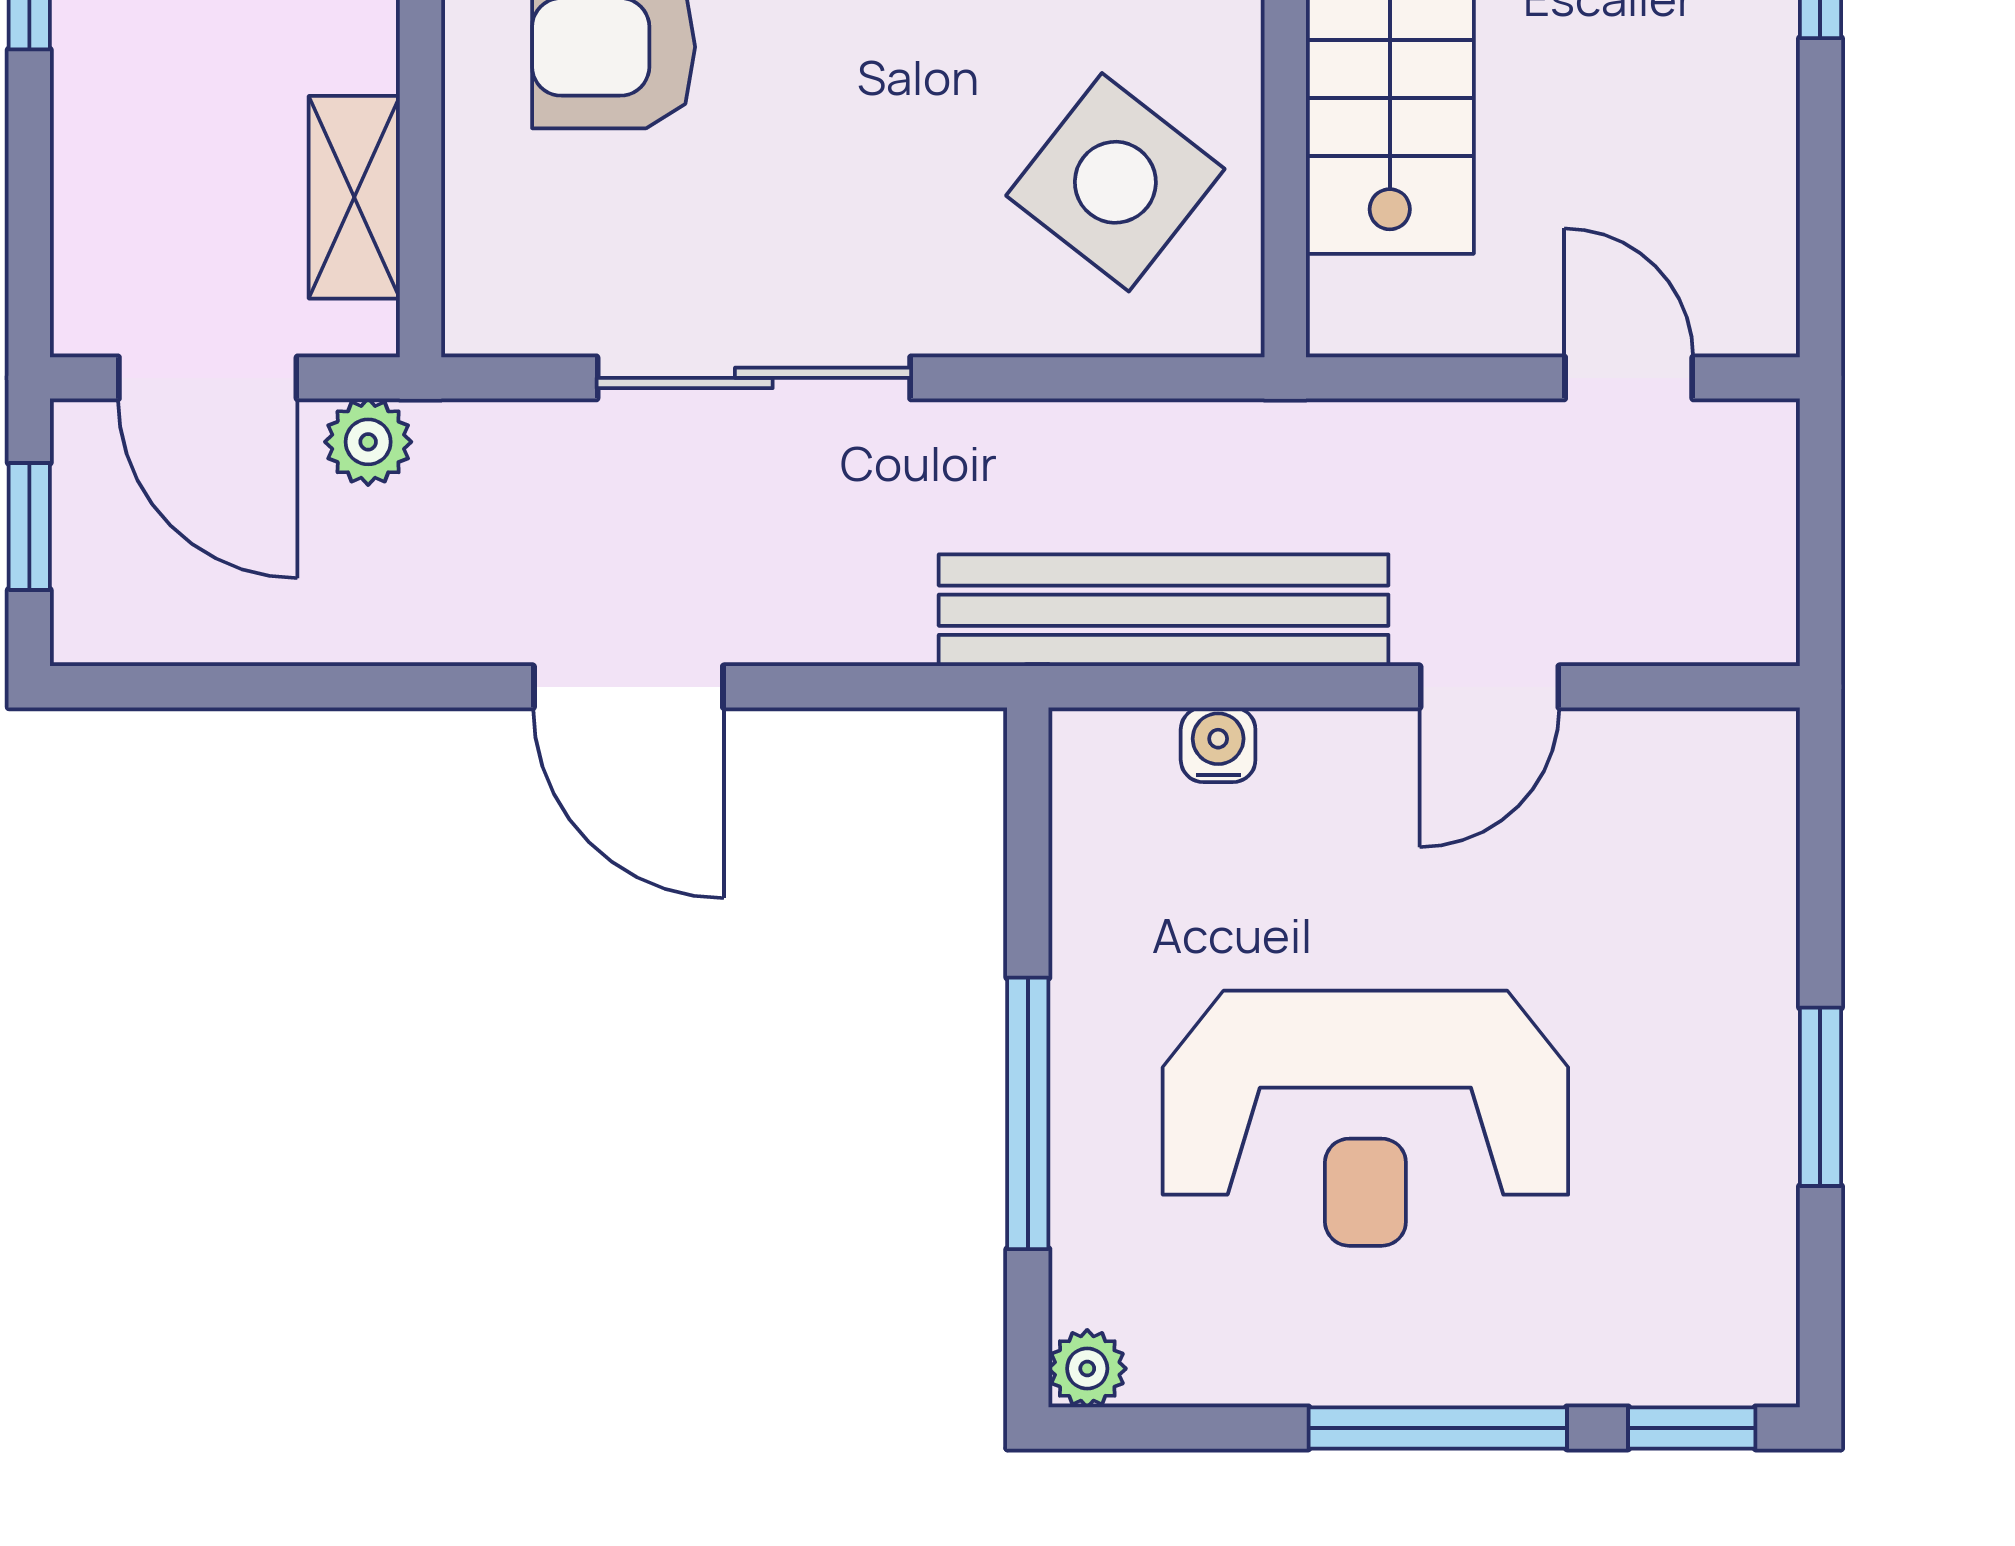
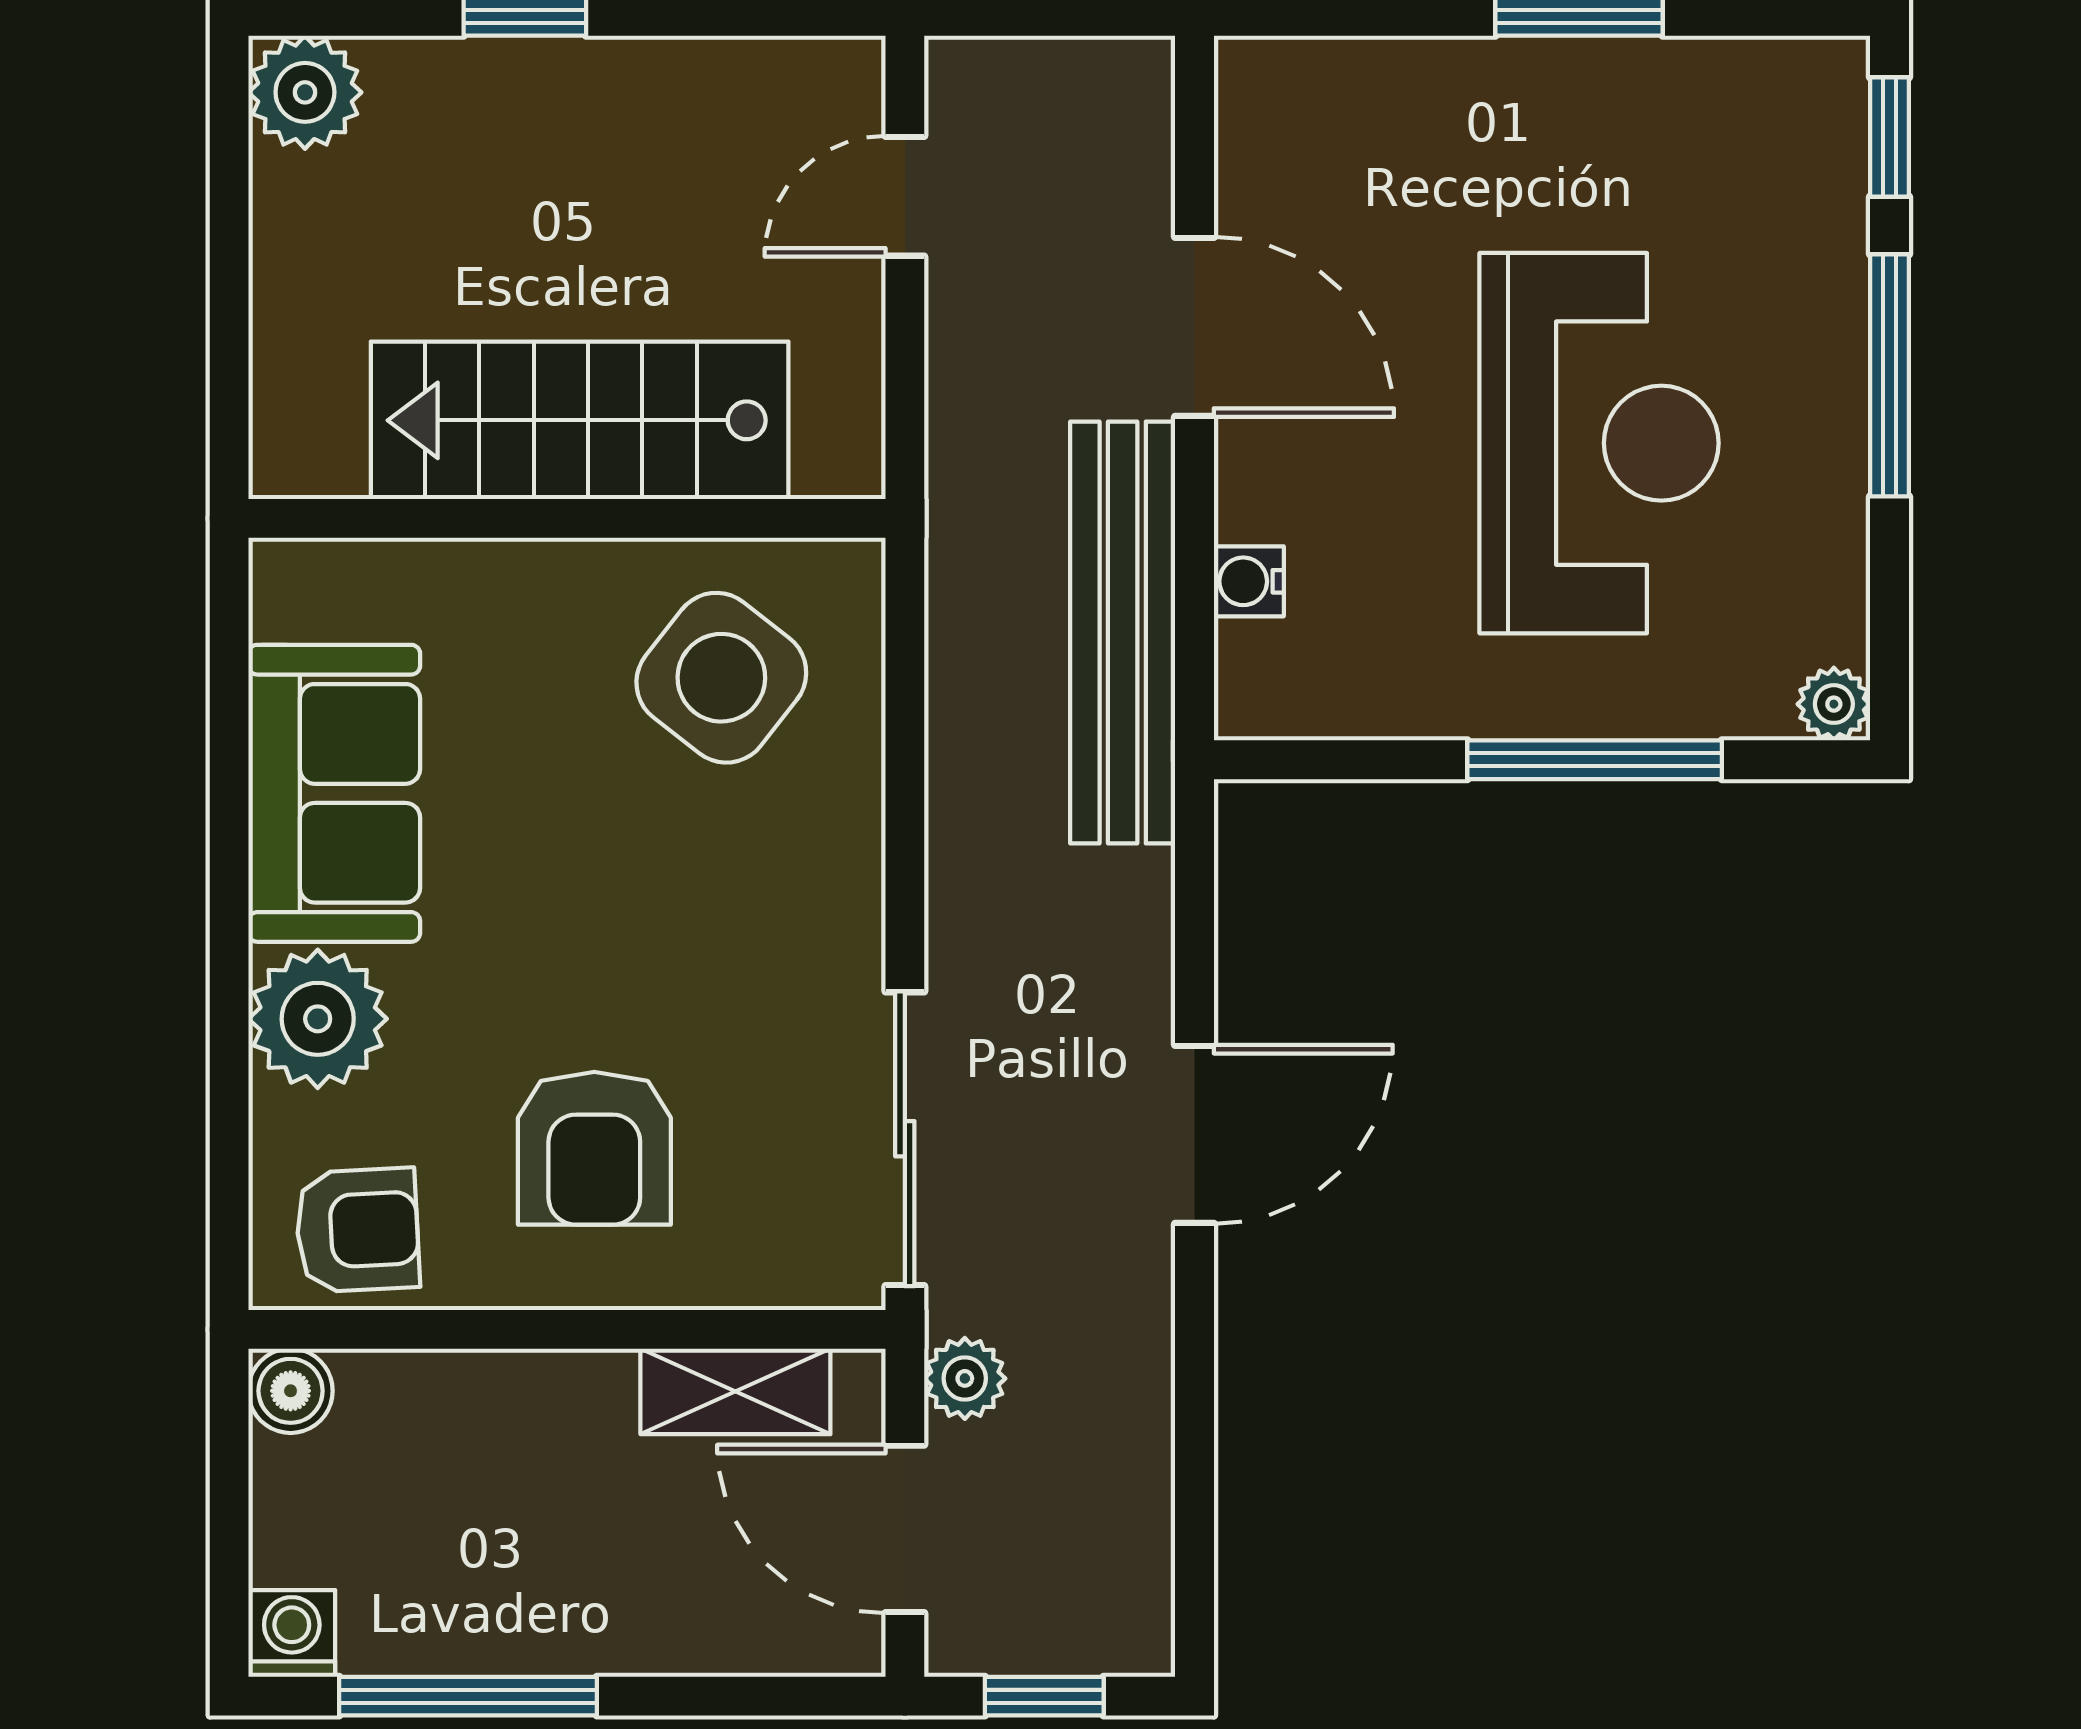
door: (208, 378) -> (905, 1529), swing flipped
sliding door: (754, 378) -> (905, 1139), moved
door: (1489, 687) -> (1194, 327), width x1.38

